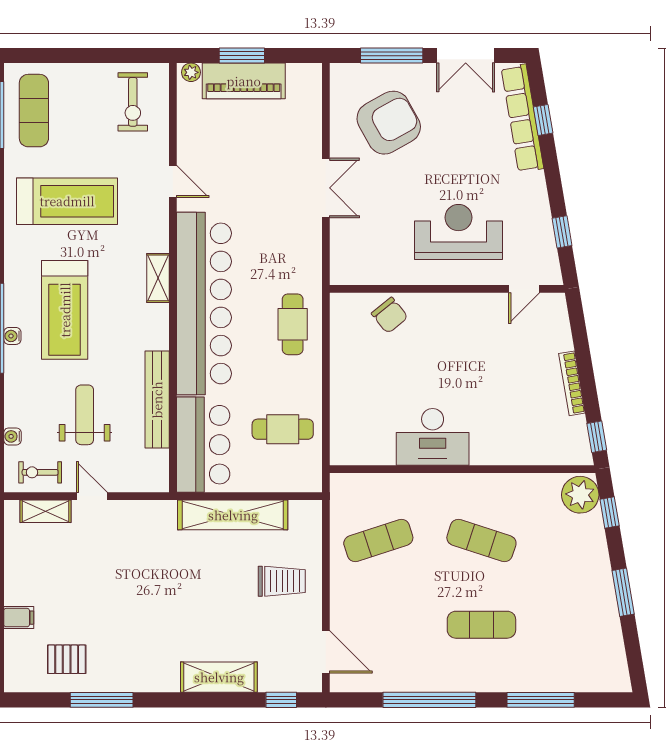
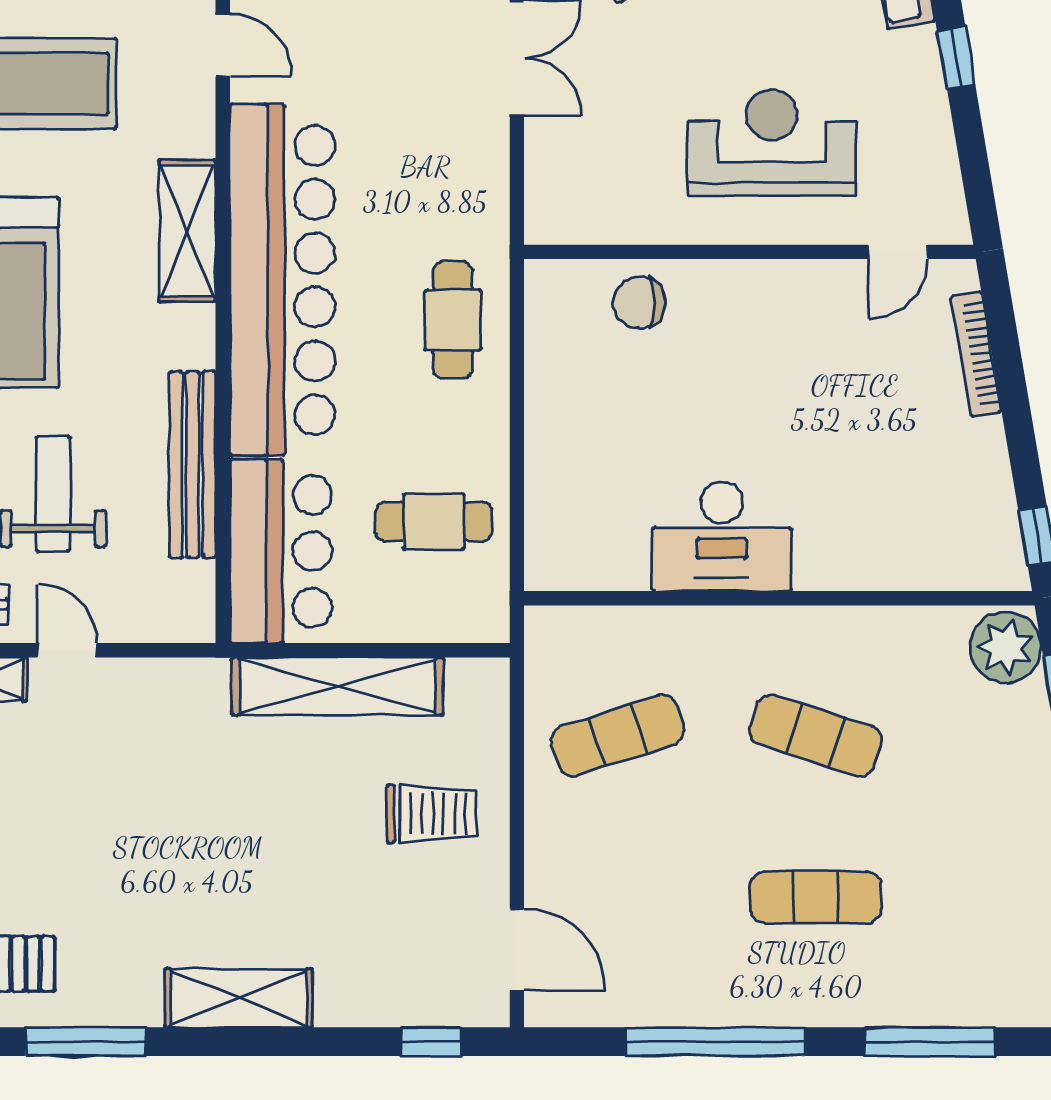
window: (562, 232) -> (956, 58), moved
shelving: (158, 278) -> (187, 231), width x1.50, depth x1.33
chair: (390, 315) -> (639, 303), turned 129
bookcase: (572, 383) -> (976, 354), moved
shelving: (219, 677) -> (239, 998), moved

